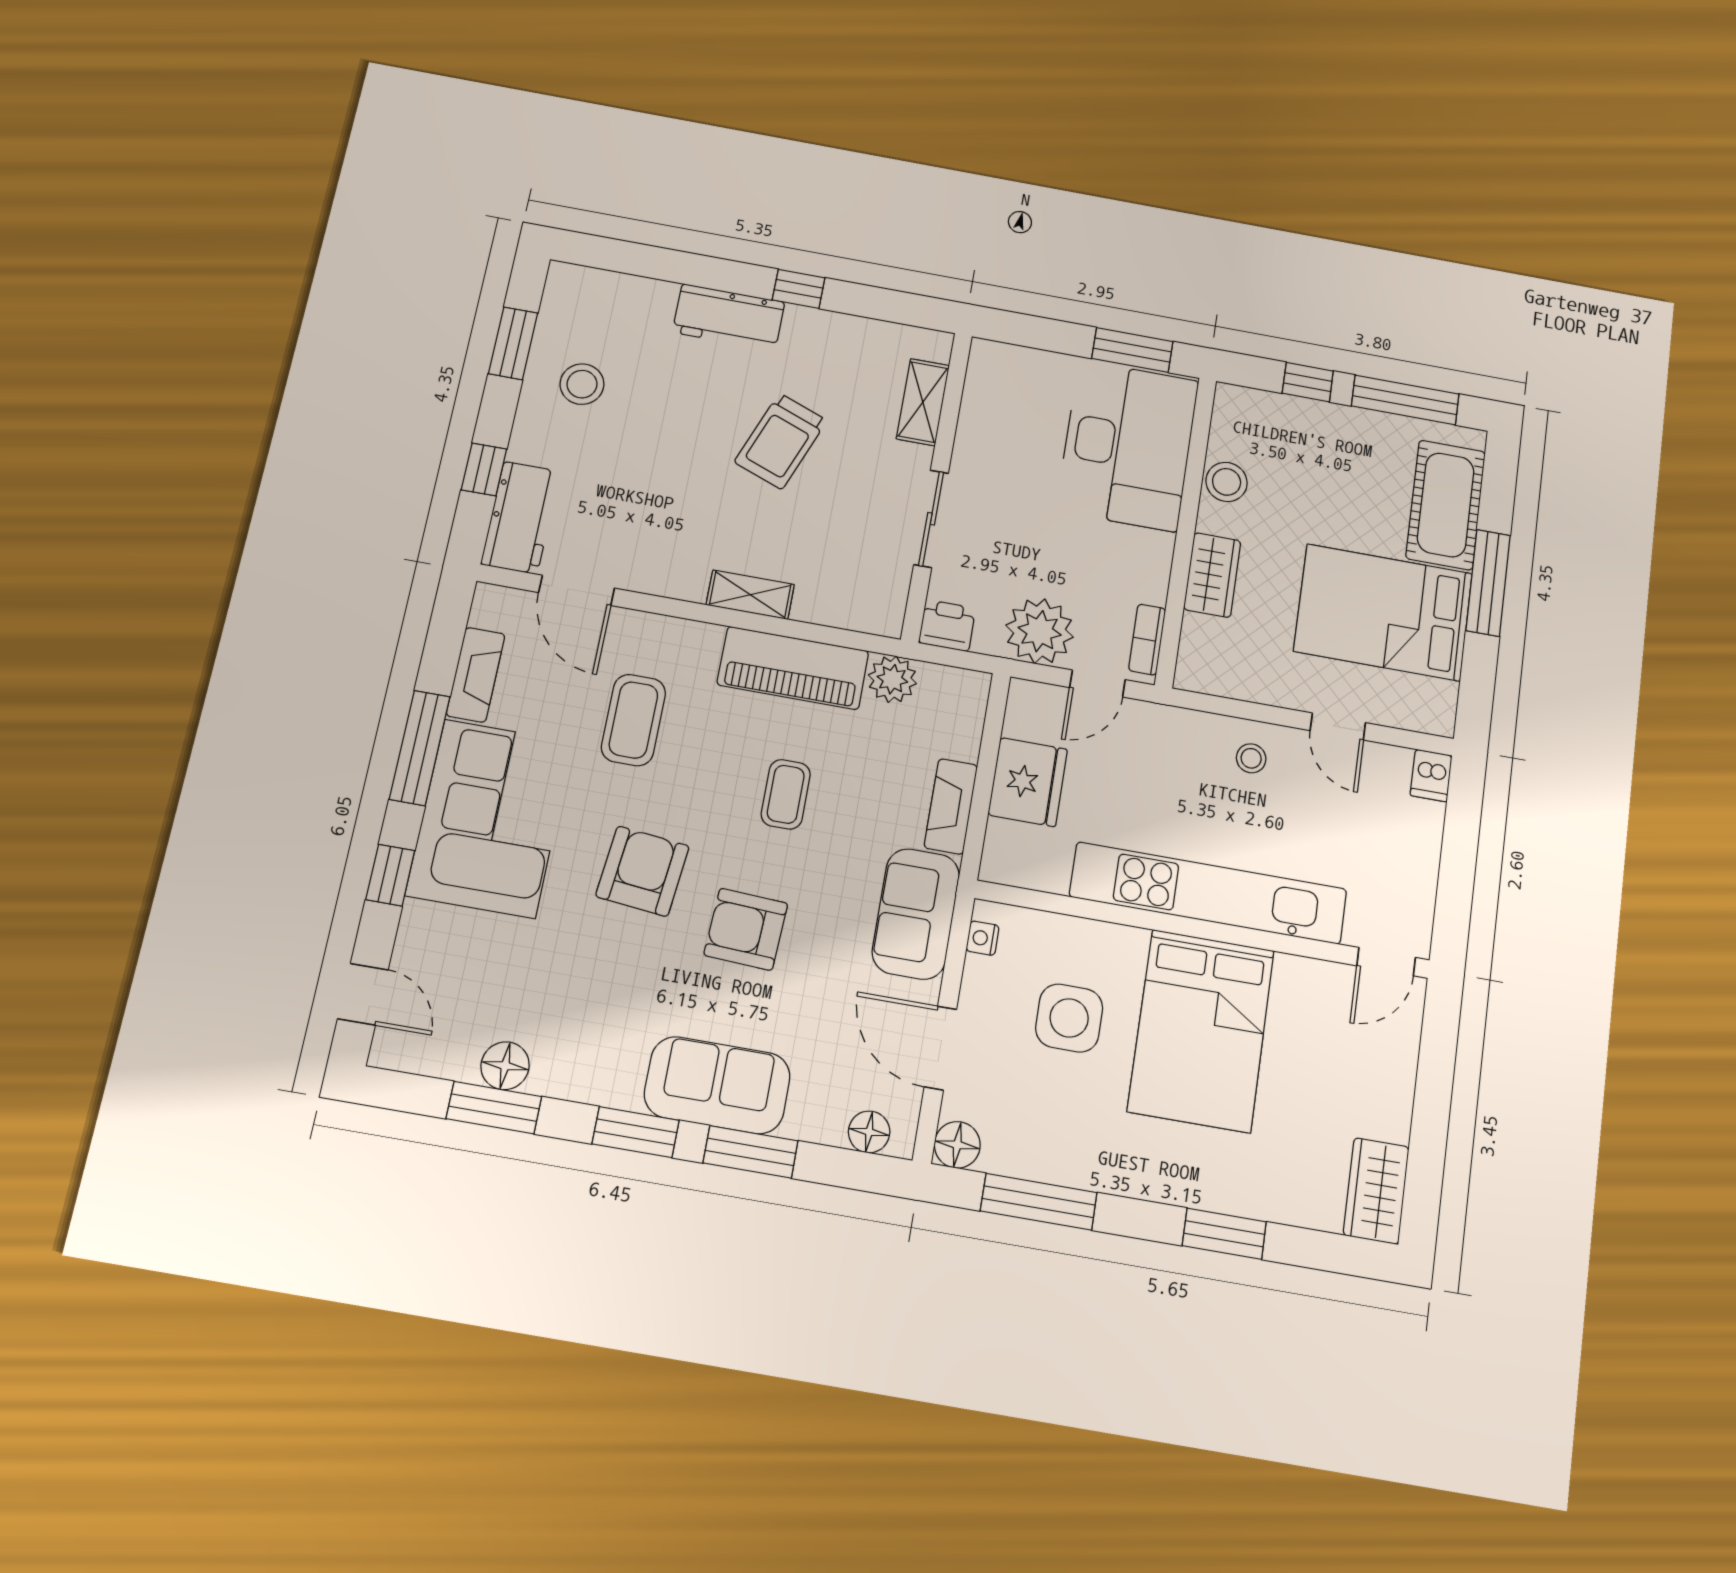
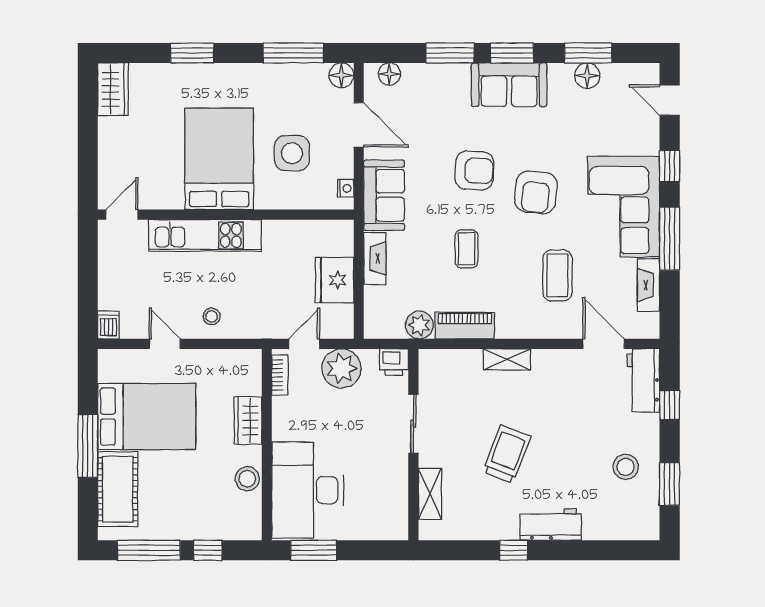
piano: (793, 668) -> (465, 326), width x0.73, depth x0.75
kitchen unit: (1208, 893) -> (205, 235), width x0.73
sofa: (717, 1085) -> (509, 85), moved

